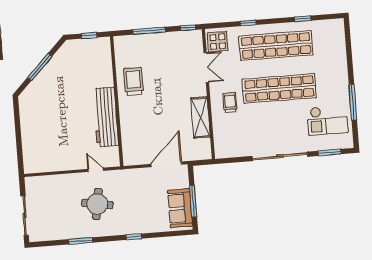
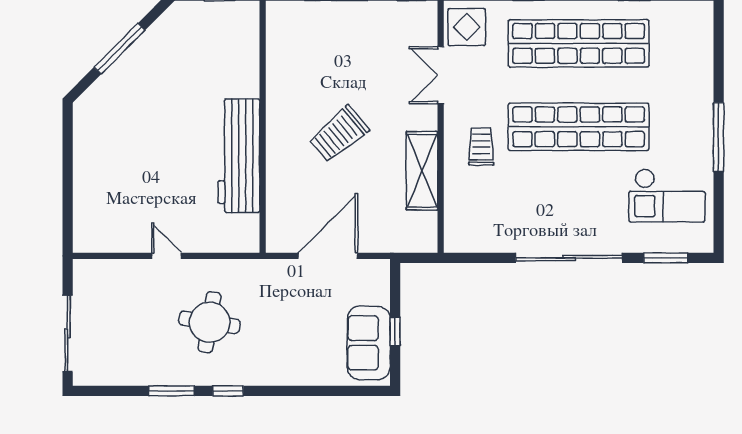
double door: (206, 67) -> (441, 75), swing flipped
trolley: (134, 81) -> (339, 134), moved, turned -130
window: (353, 102) -> (719, 137), moved
door: (166, 164) -> (328, 256), moved
door: (96, 170) -> (167, 256), moved
window: (193, 201) -> (395, 332), width x0.46
window: (134, 237) -> (228, 391), moved

